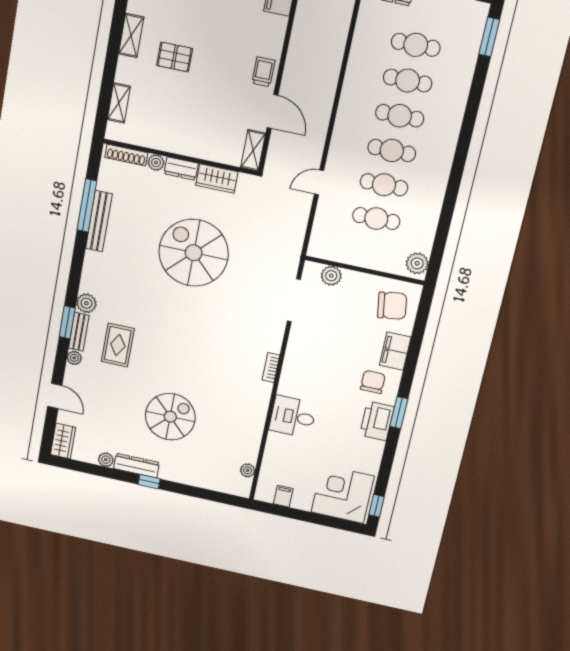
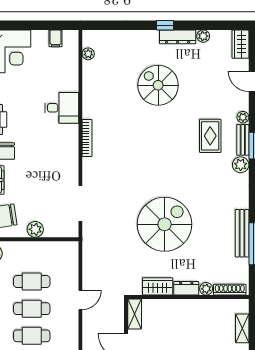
spiral stairs: (194, 253) -> (165, 224), turned -90
plant: (331, 276) -> (35, 229), moved
bookcase: (271, 368) -> (87, 138), width x1.56
spiral stairs: (170, 417) -> (158, 85), turned 90

